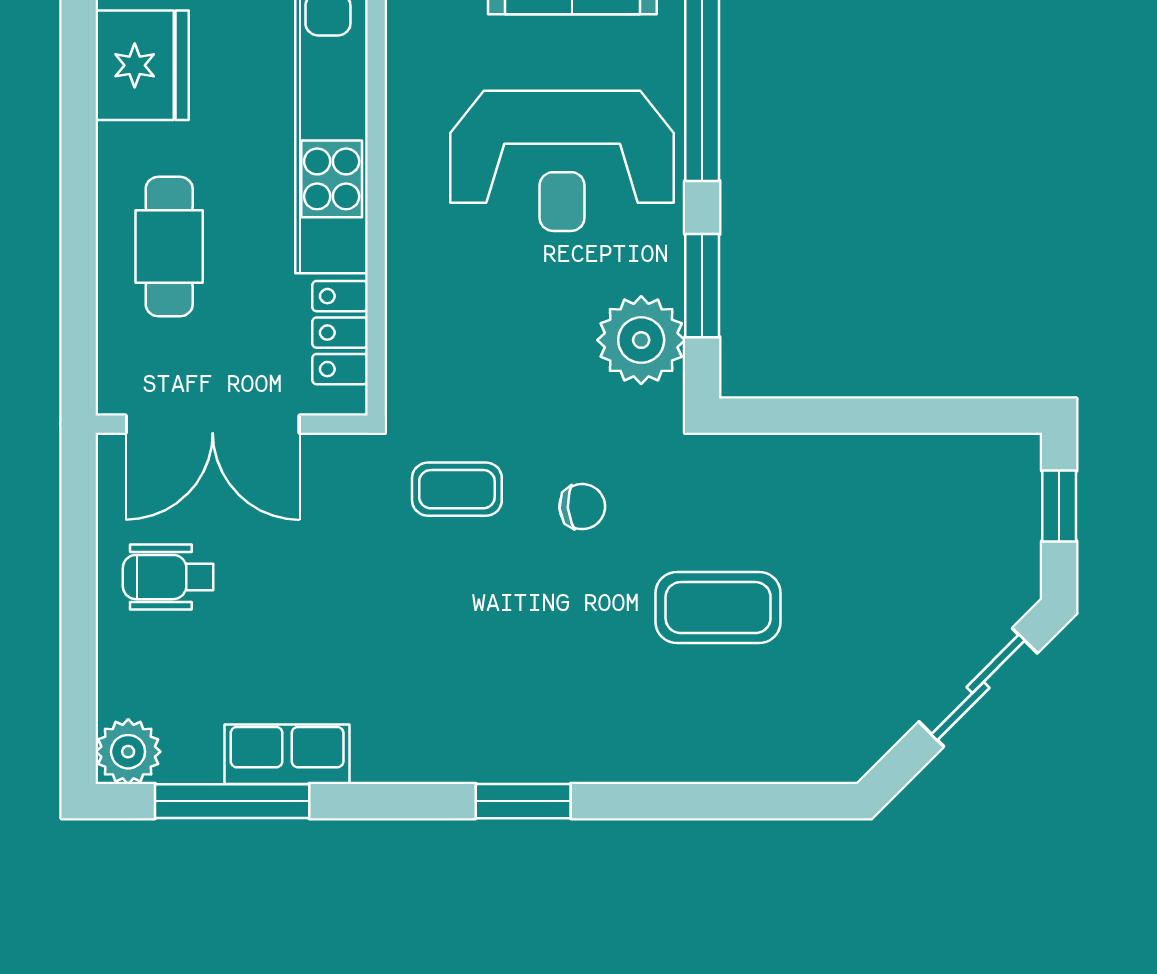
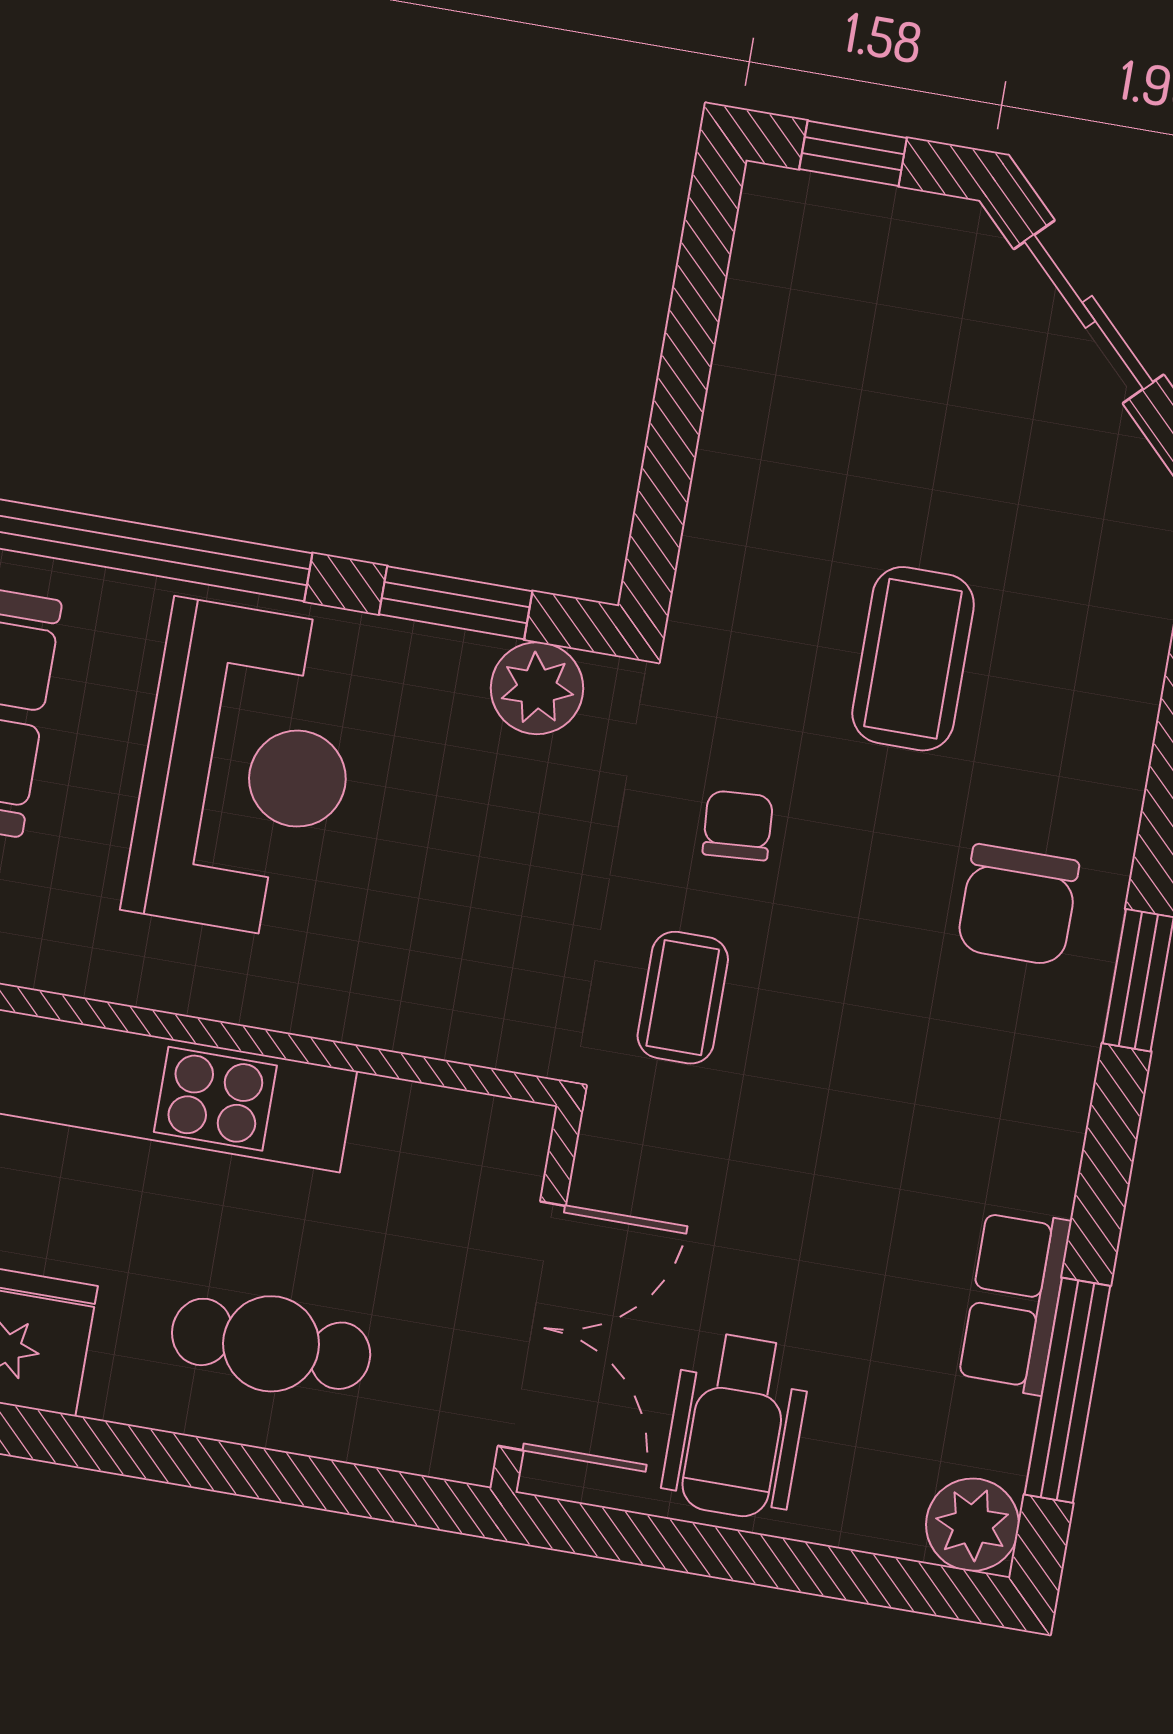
locker: (340, 333) -> (434, 1124), removed
plant: (641, 340) -> (537, 688), width x0.73, depth x0.73
wheelchair: (168, 577) -> (736, 1426), width x1.36, depth x1.37
chair: (561, 709) -> (1018, 905), added

